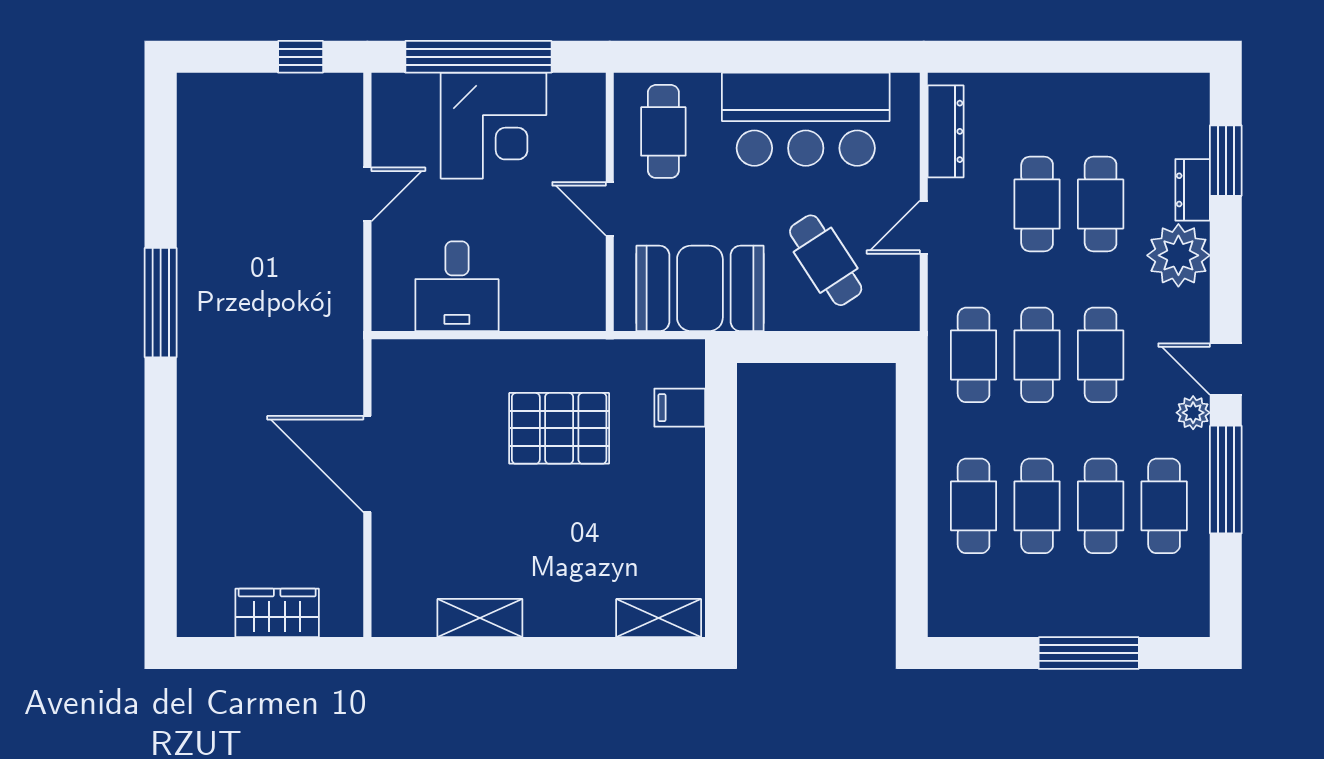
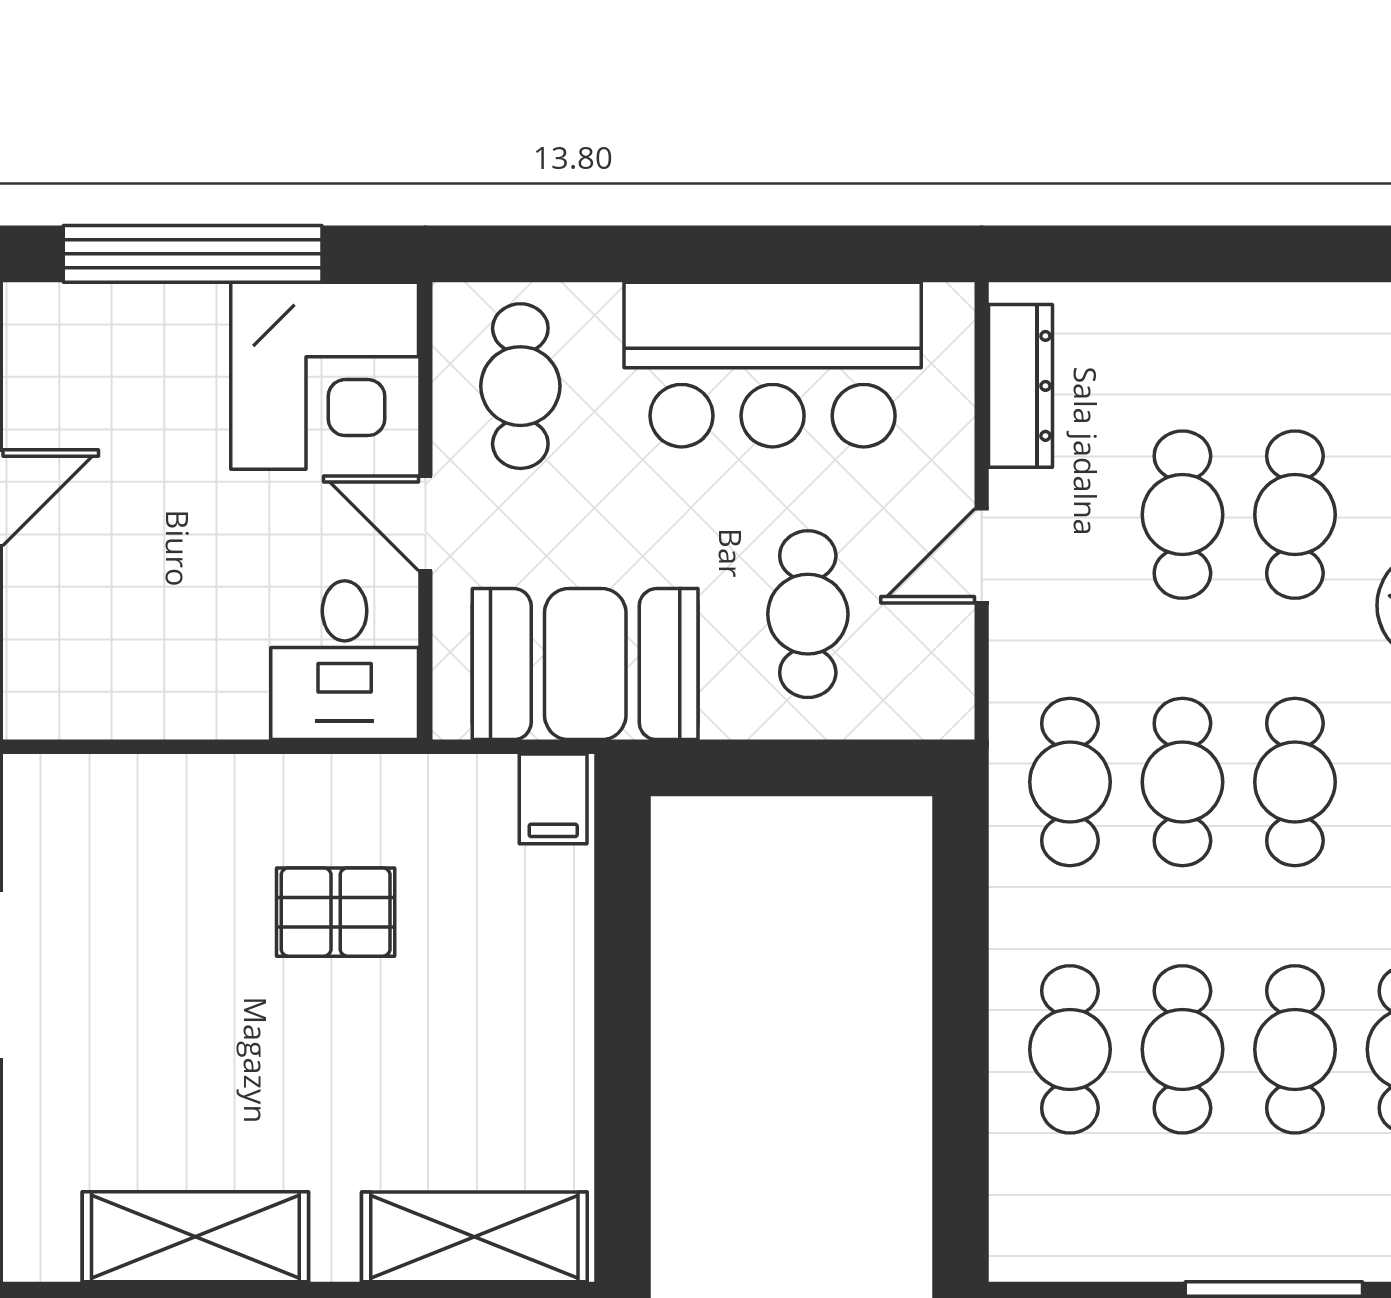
corner desk: (494, 126) -> (325, 376), moved
cafe table: (826, 260) -> (808, 614), turned 33
desk: (457, 286) -> (345, 660), moved
filing cabinet: (680, 408) -> (553, 799), moved, turned -90
pallet: (559, 428) -> (336, 912), width x0.67, depth x0.71
shelving: (480, 618) -> (195, 1237), width x1.50, depth x1.33
shelving: (659, 618) -> (474, 1237), width x1.50, depth x1.33

